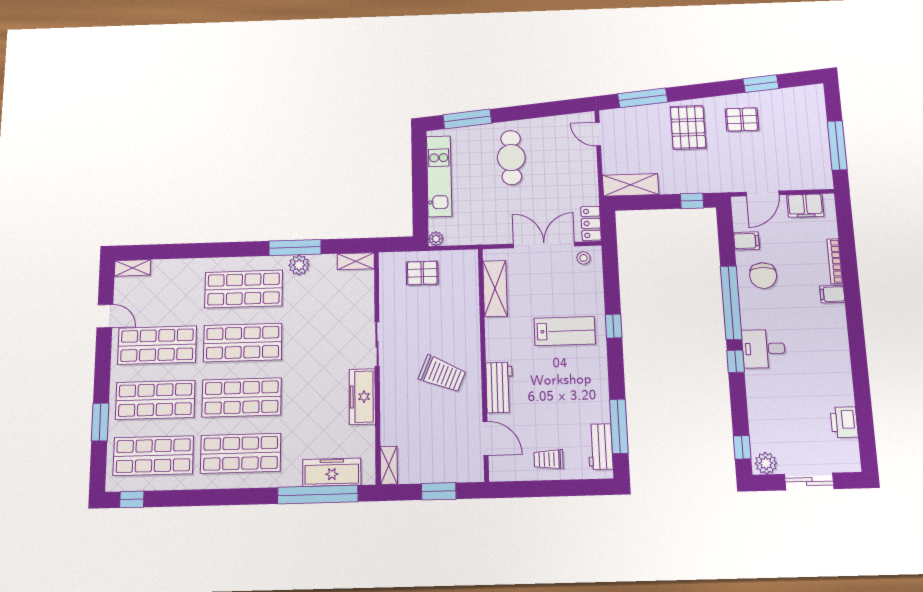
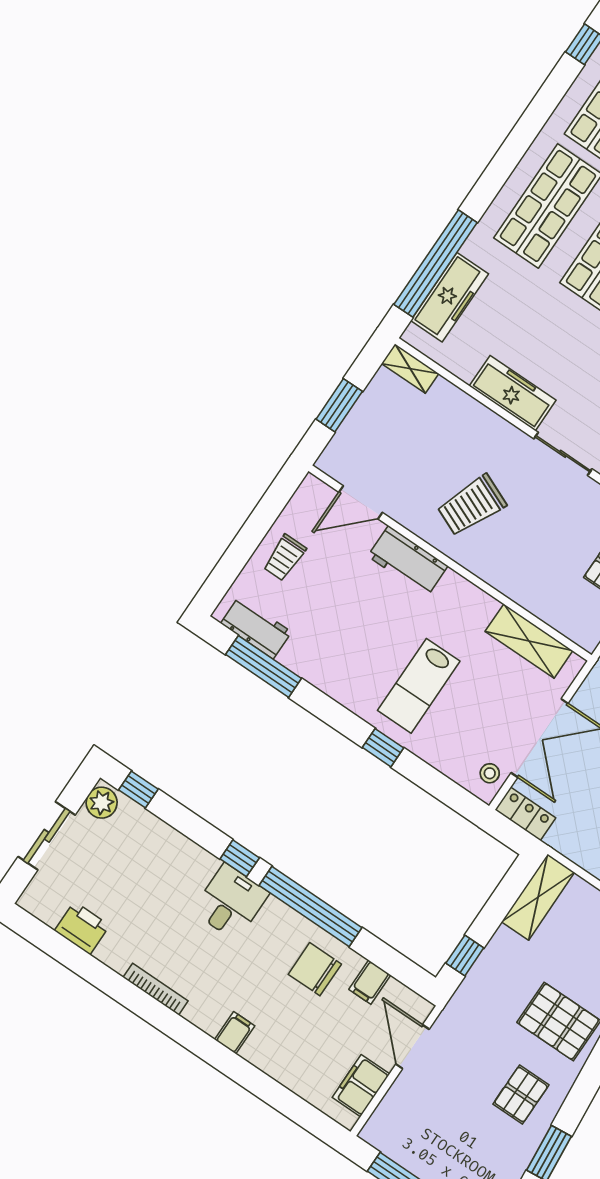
bookcase: (835, 261) -> (156, 989), moved
trolley: (549, 459) -> (285, 558), turned 180

